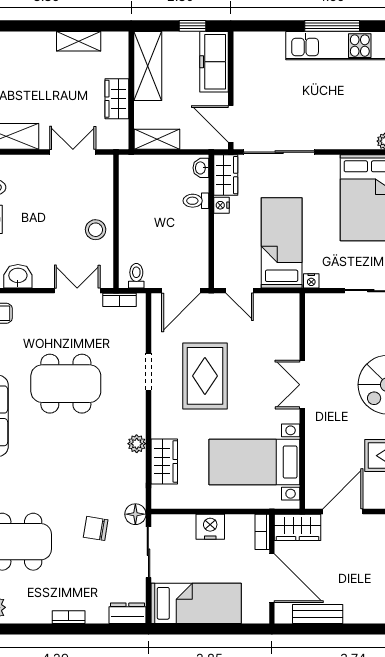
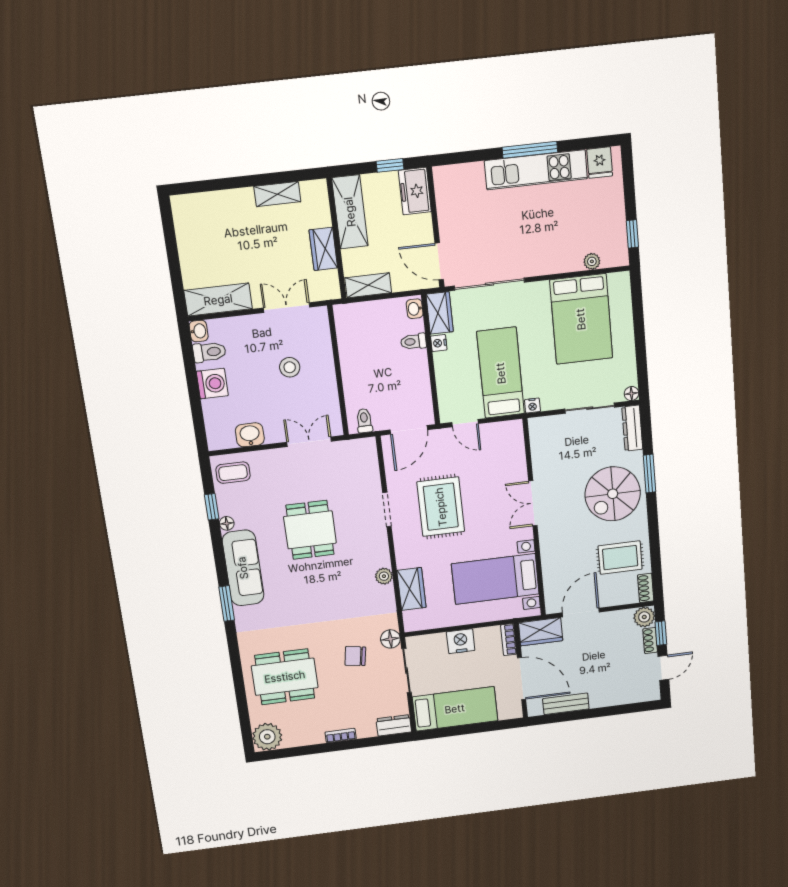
freezer: (214, 62) -> (415, 191), width x0.71
stool: (96, 230) -> (290, 367), moved
bookcase: (120, 300) -> (351, 446), removed
dining table: (66, 384) -> (310, 530), width x0.73

